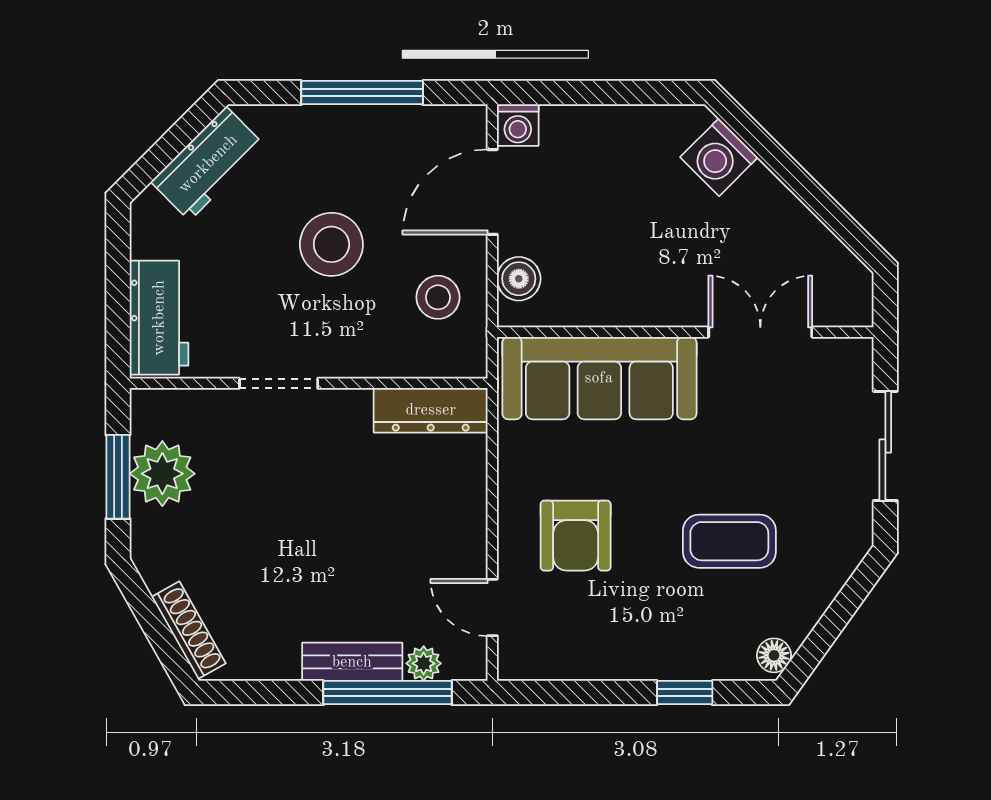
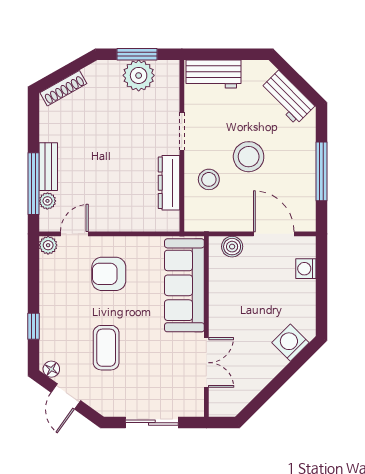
washing machine: (518, 125) -> (306, 269), moved
stool: (438, 297) -> (209, 179), moved
dresser: (431, 410) -> (169, 183), moved
door: (831, 625) -> (66, 396), added
plant: (516, 662) -> (48, 245), added

